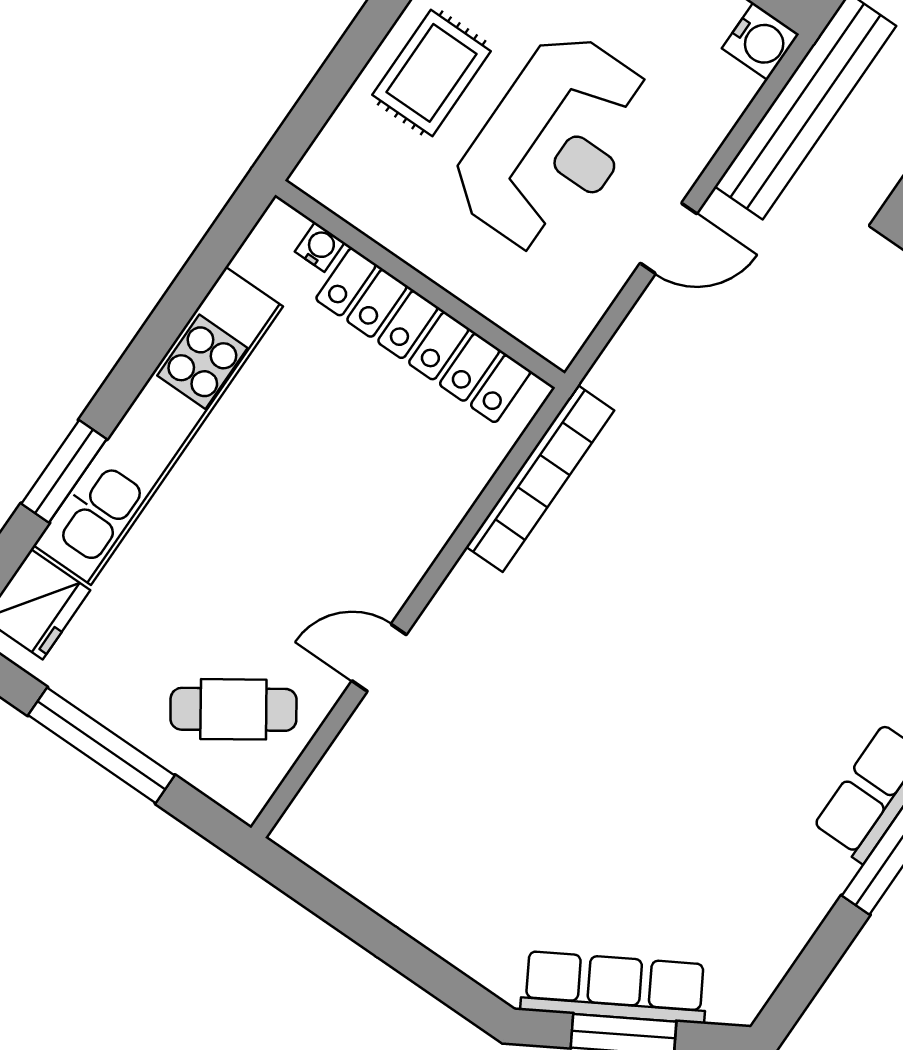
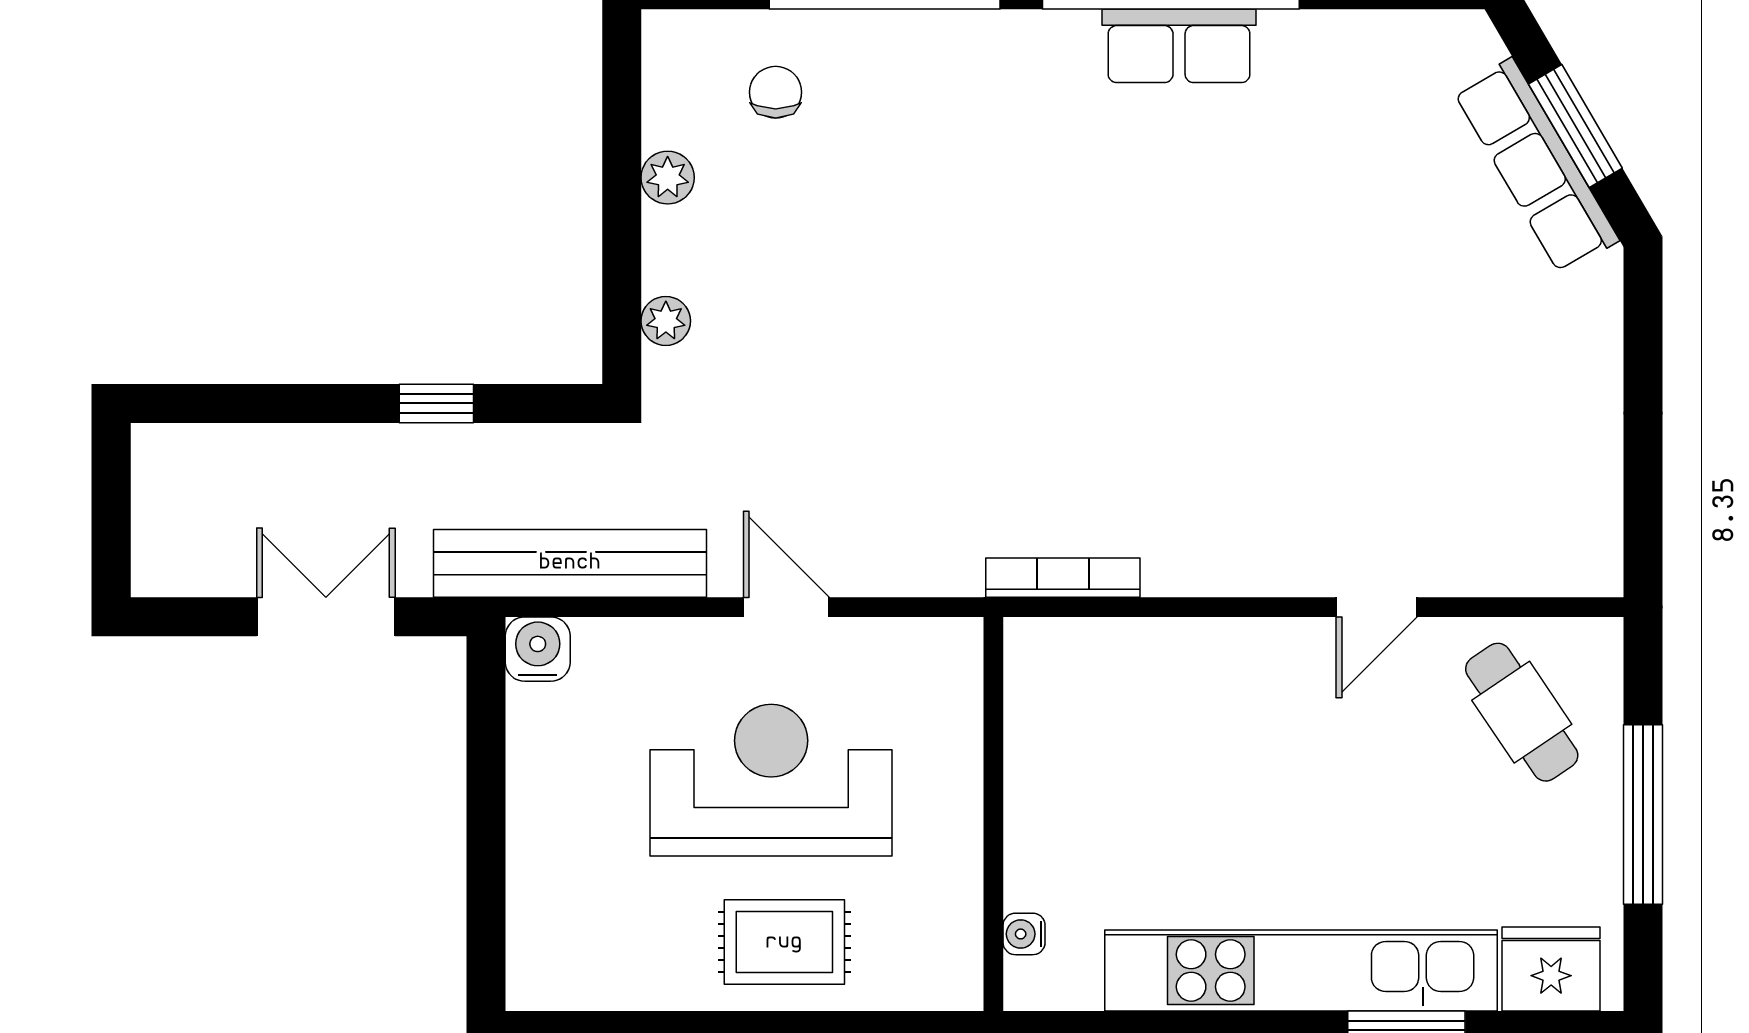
locker: (423, 335) -> (1040, 777), removed
bookcase: (540, 479) -> (1063, 578), width x0.68, depth x0.76
door: (379, 658) -> (1377, 607), hinge flipped

